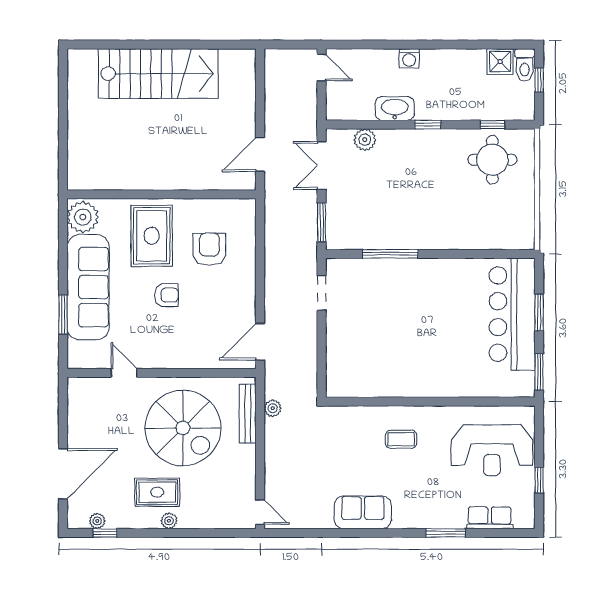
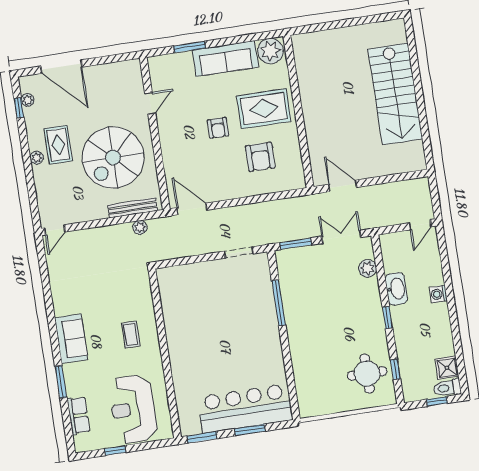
armchair: (209, 249) -> (260, 157), turned 90
sofa: (88, 287) -> (225, 58), width x0.74, depth x0.79
sofa: (363, 512) -> (71, 339), moved

